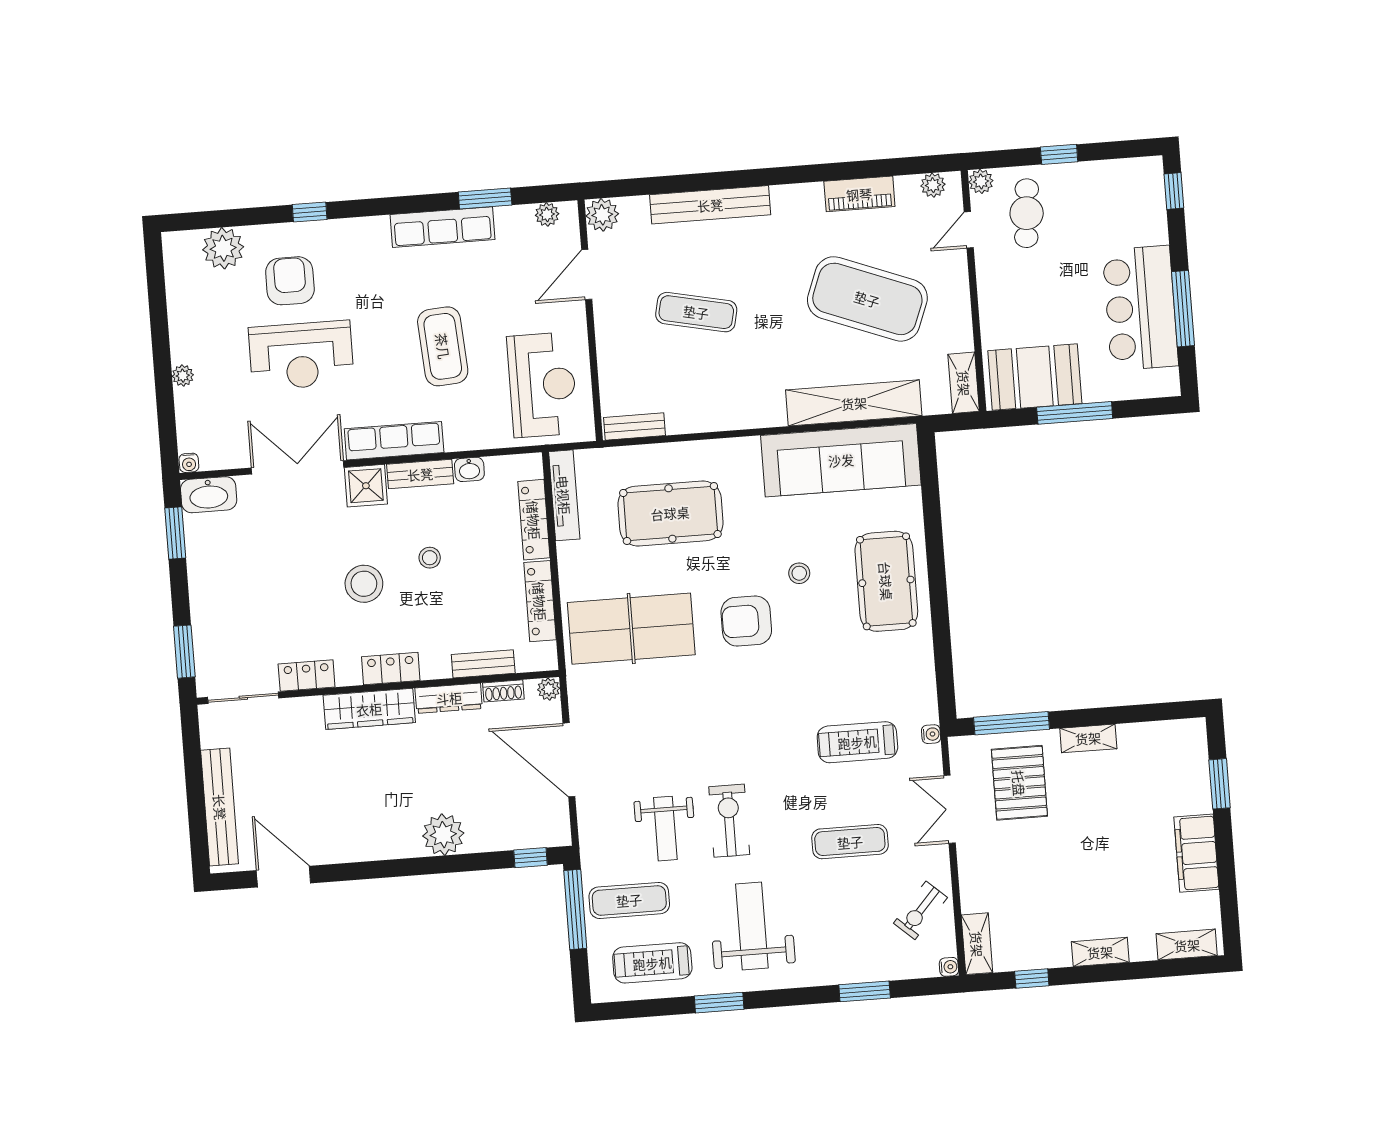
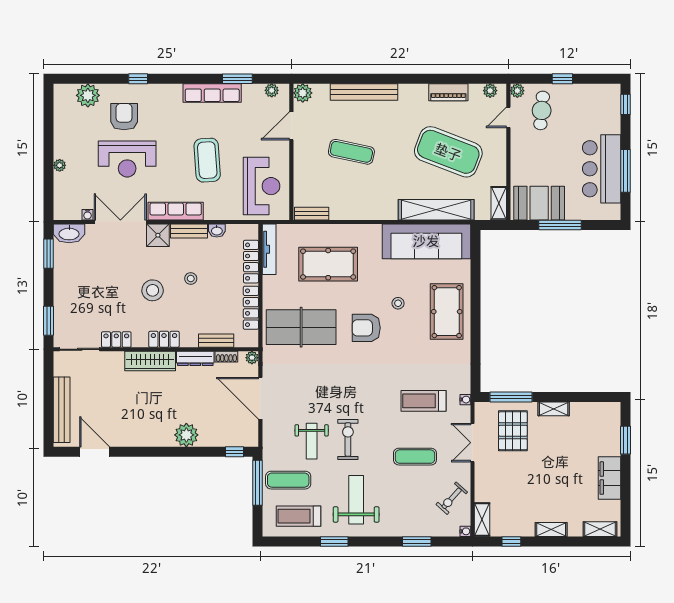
water cooler: (189, 463) -> (88, 215), moved

